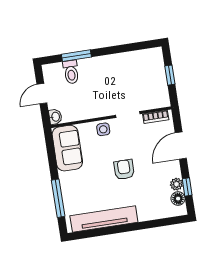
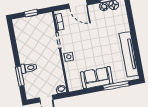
toilet: (71, 72) -> (29, 68), moved
sofa: (67, 148) -> (97, 78), moved
armchair: (124, 170) -> (95, 42), removed

